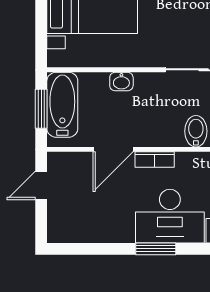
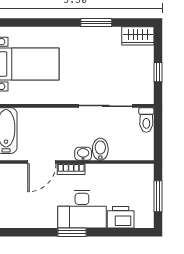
washbasin: (121, 82) -> (83, 154), moved, turned 180

